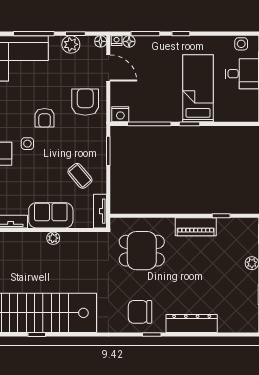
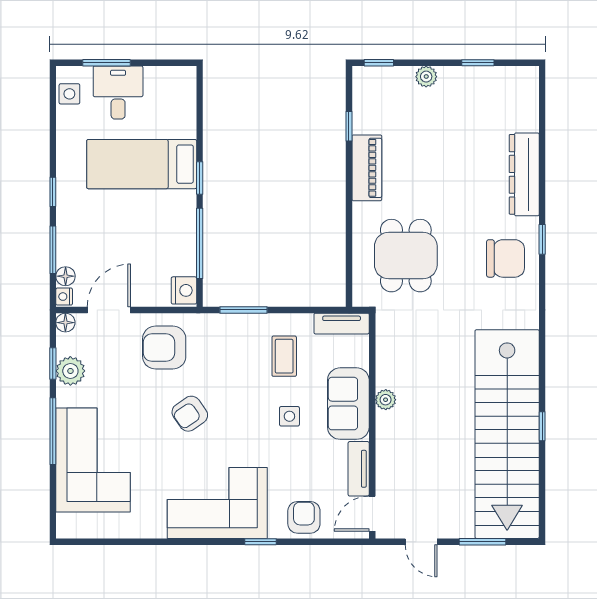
armchair: (45, 118) -> (190, 414), turned 145
side table: (27, 144) -> (289, 416), moved
coffee table: (80, 176) -> (284, 356), turned -50
chair: (140, 312) -> (505, 258), turned -90

